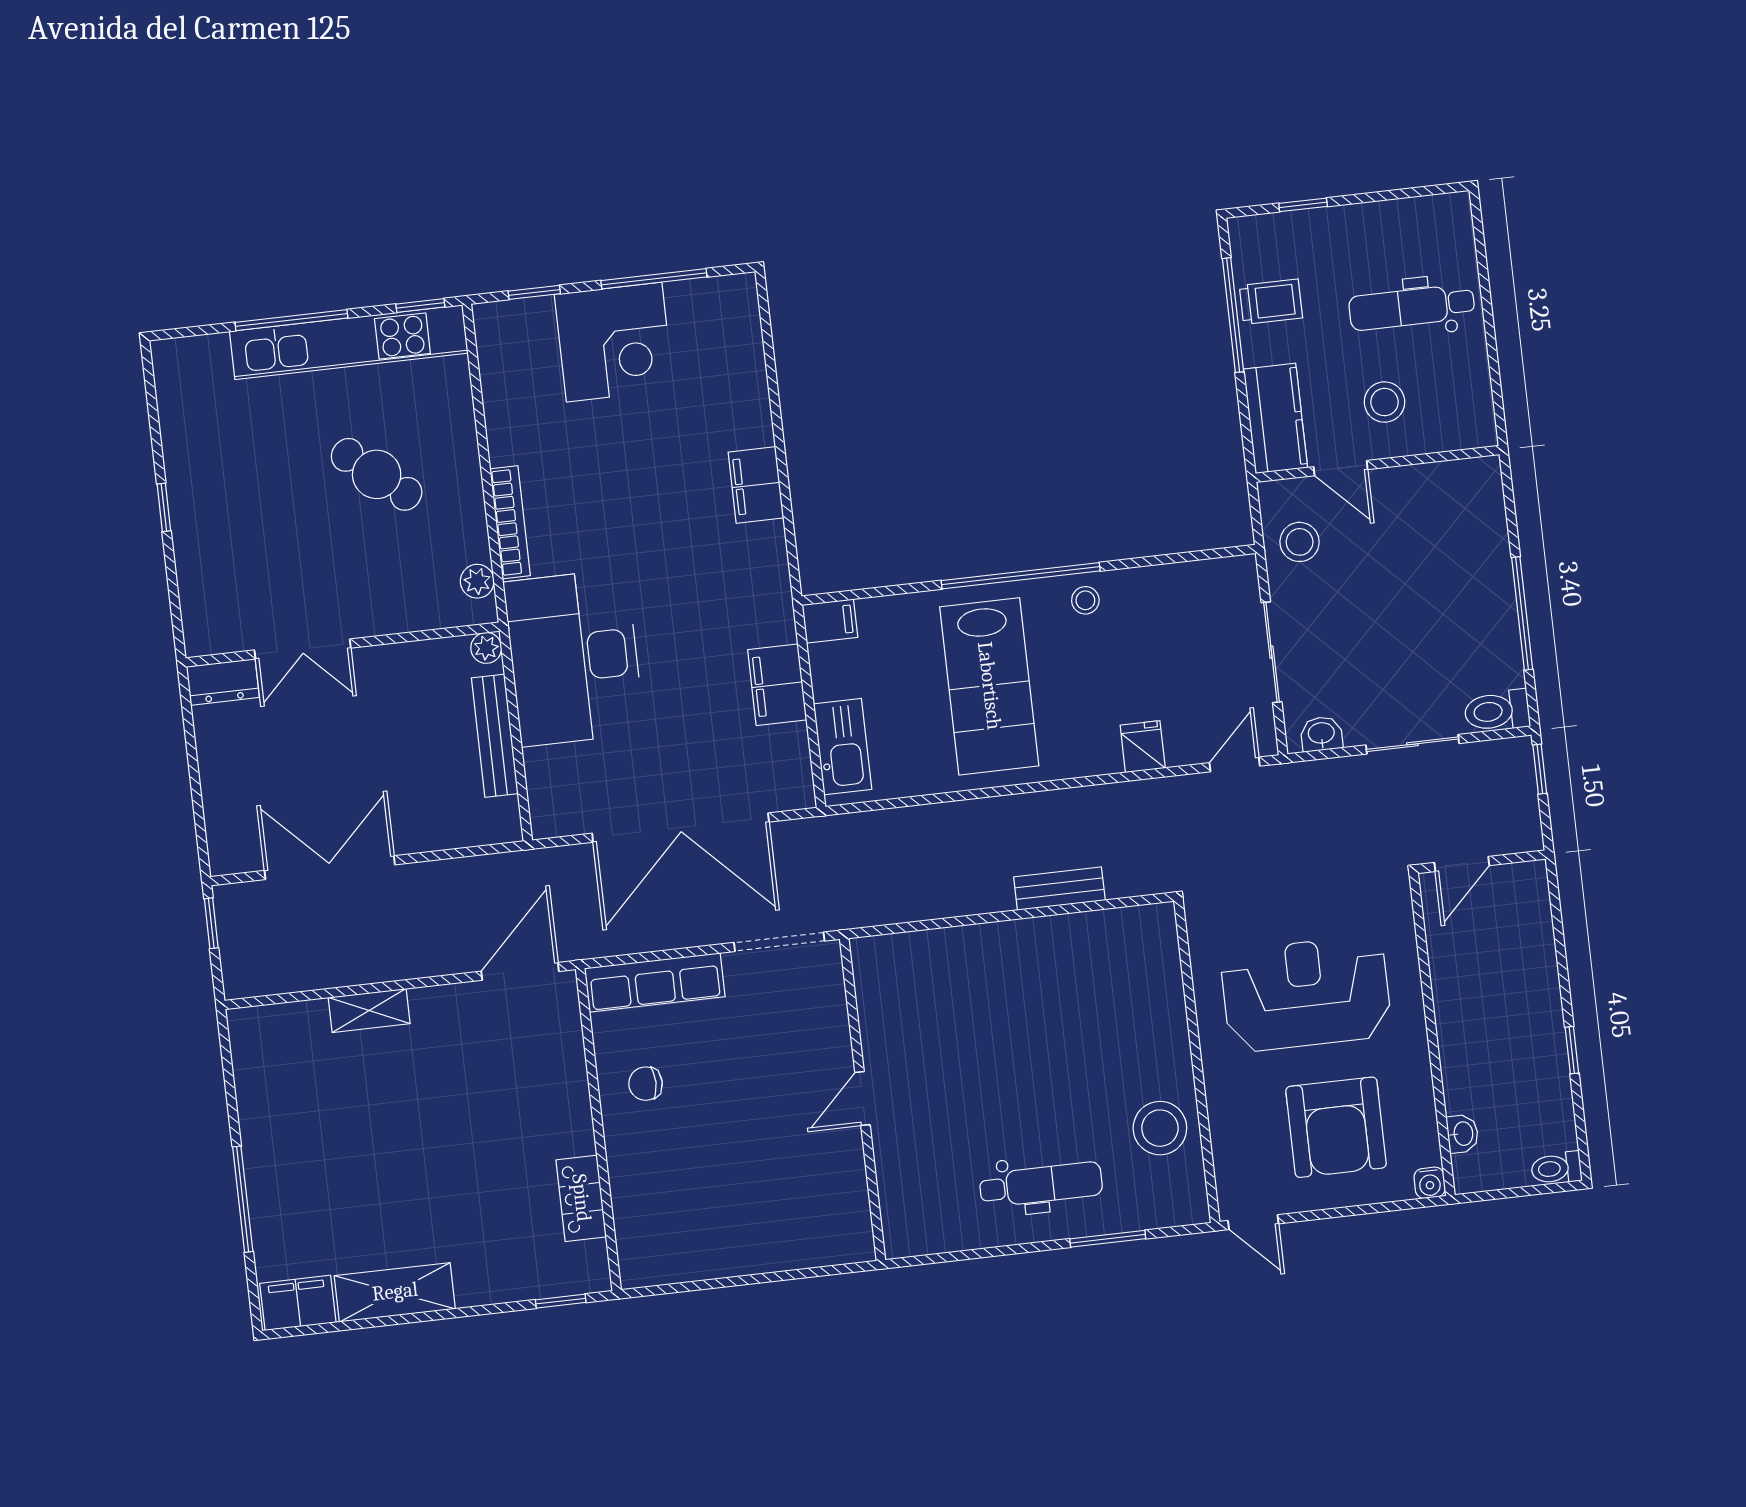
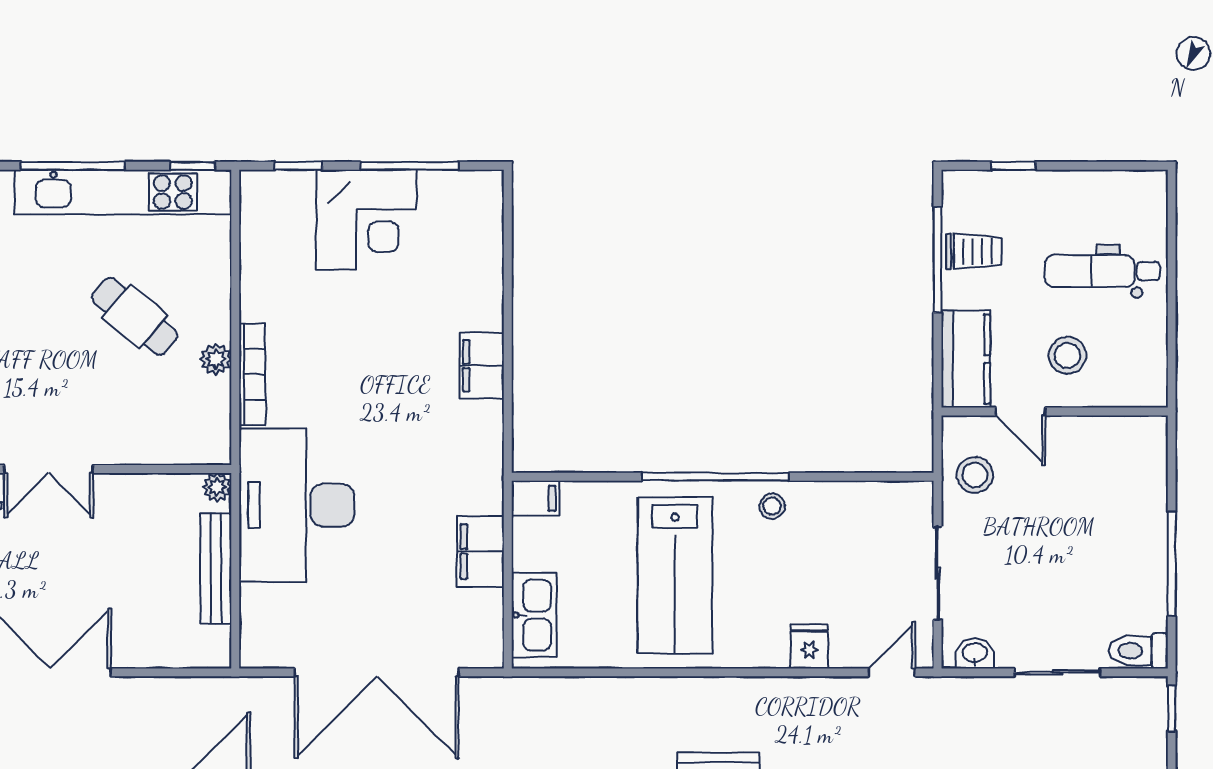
plant: (477, 581) -> (216, 359), moved

